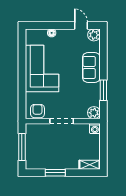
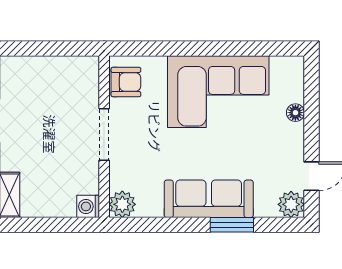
sofa: (91, 67) -> (209, 199), width x1.36
window: (103, 90) -> (232, 225), moved
window: (22, 147) -> (48, 48), removed

